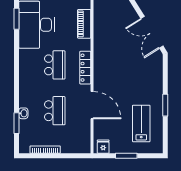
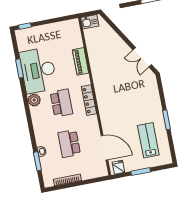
double door: (152, 32) -> (142, 57), width x0.73
plant: (26, 56) -> (34, 100), added
door: (92, 105) -> (104, 148), moved
school desk: (55, 111) -> (69, 144), turned 180

